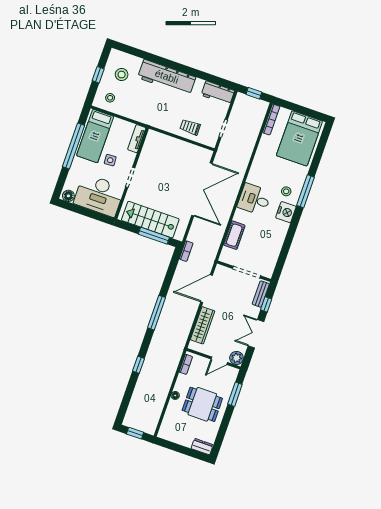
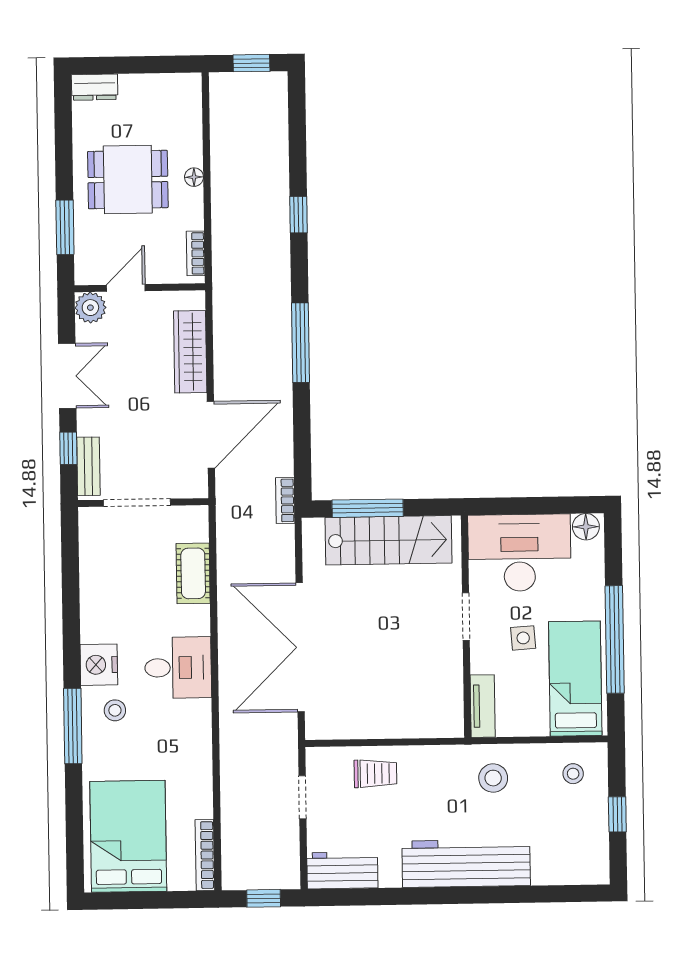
stool: (122, 75) -> (493, 778), moved

